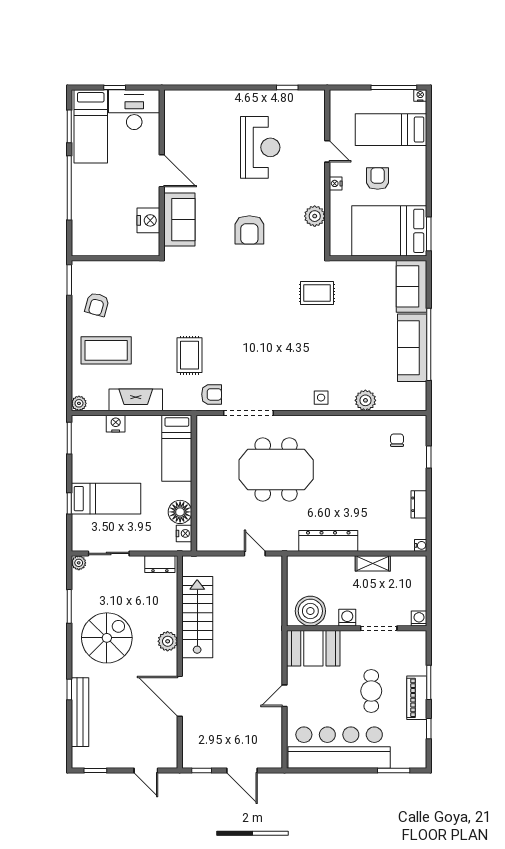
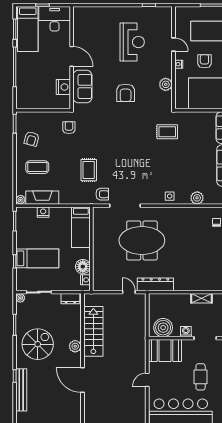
armchair: (158, 286) -> (69, 128), added
coffee table: (106, 350) -> (37, 167), width x0.73, depth x0.76
fireplace: (136, 400) -> (42, 198), moved
dresser: (328, 541) -> (155, 284), moved

